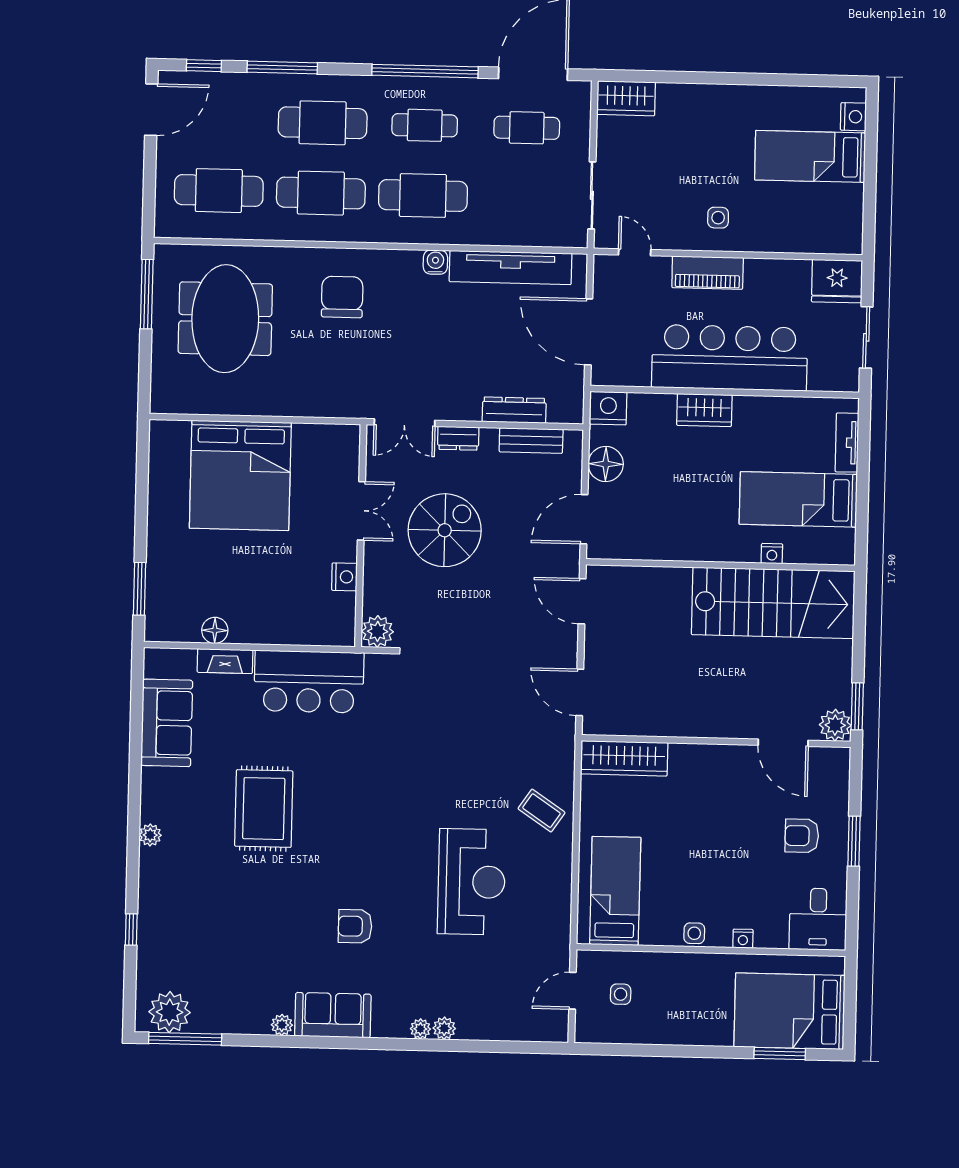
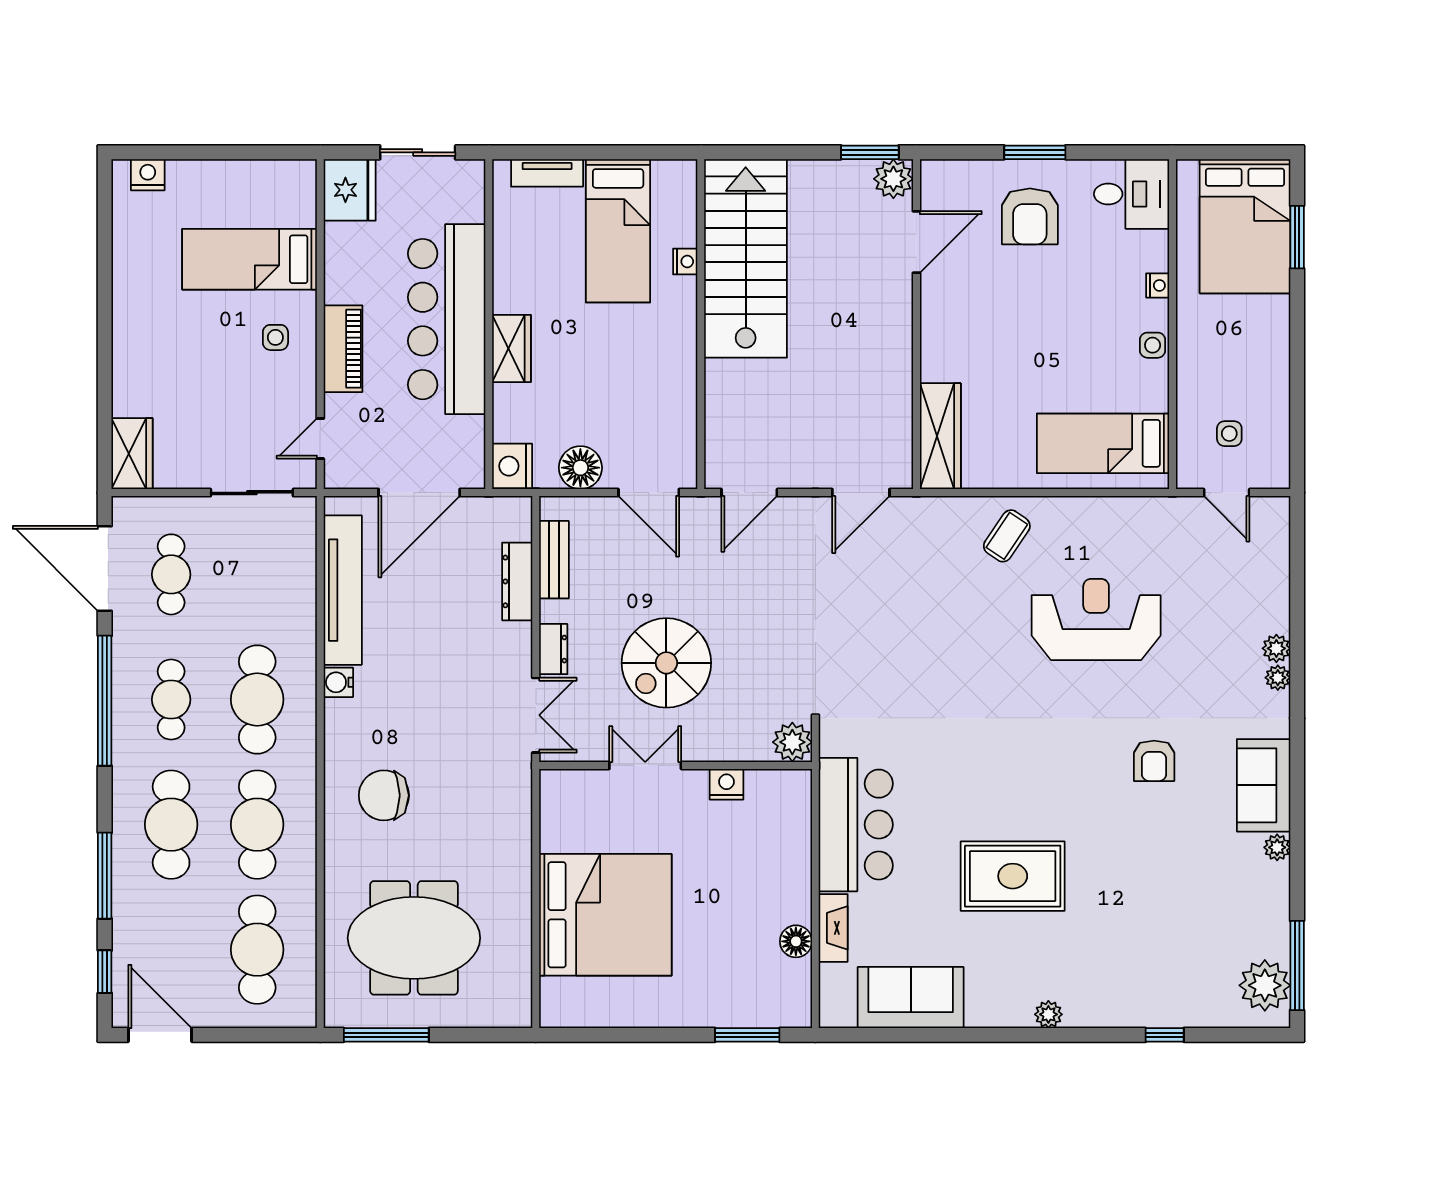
bed: (810, 156) -> (249, 259), moved, turned 90
spiral stairs: (445, 530) -> (666, 663), turned -90
armchair: (802, 836) -> (1030, 216), width x1.38, depth x1.38

